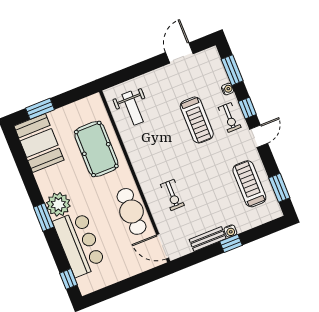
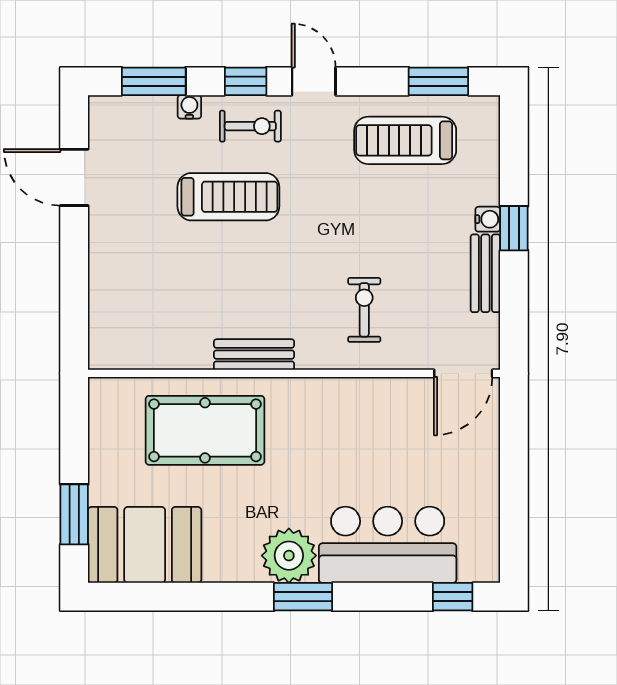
weight bench: (133, 108) -> (150, 321), removed
bench: (136, 157) -> (254, 355), added
exercise bike: (172, 195) -> (364, 310), turned -90
cafe table: (132, 211) -> (365, 409), removed

